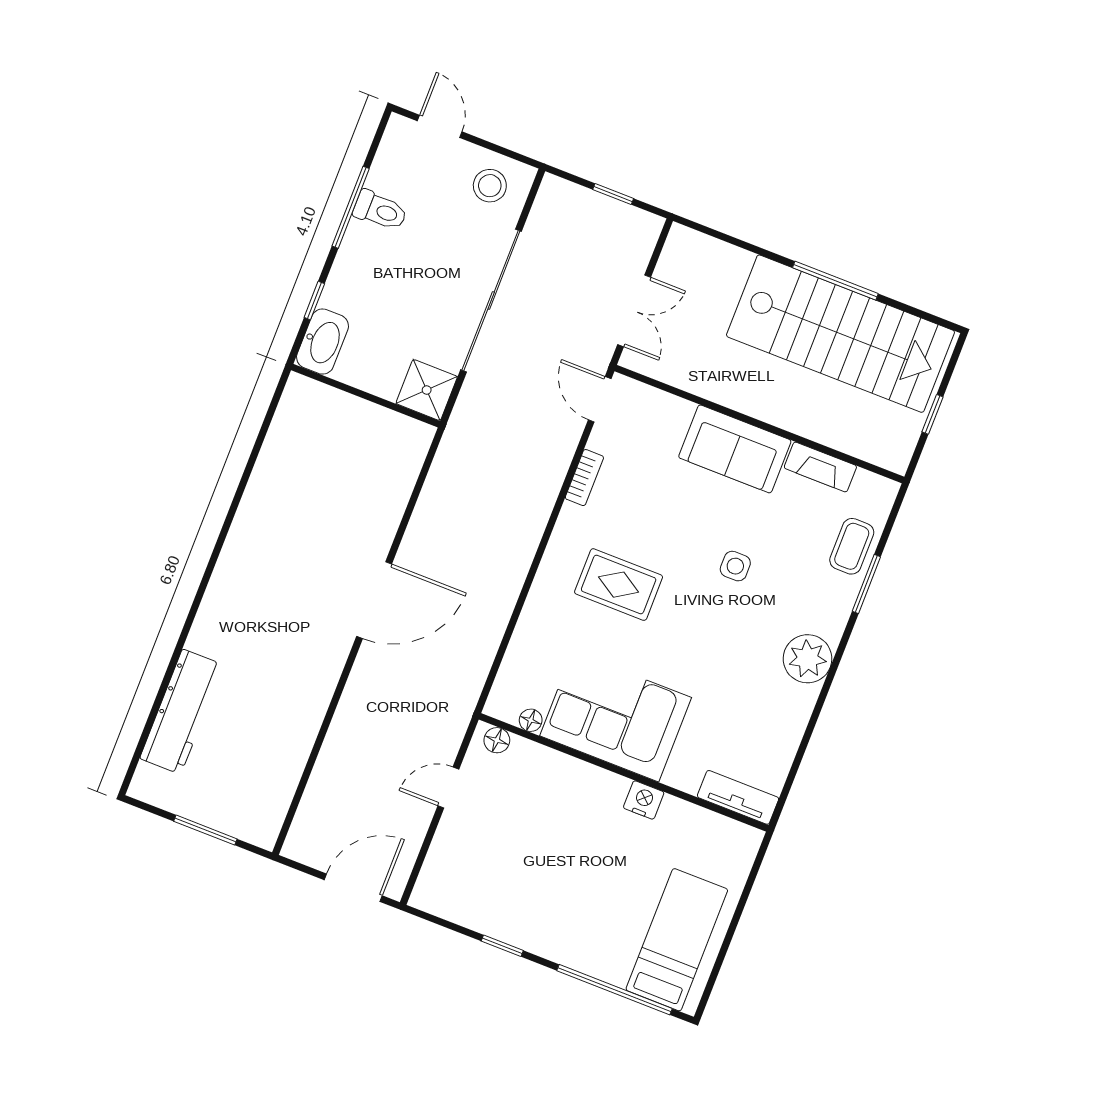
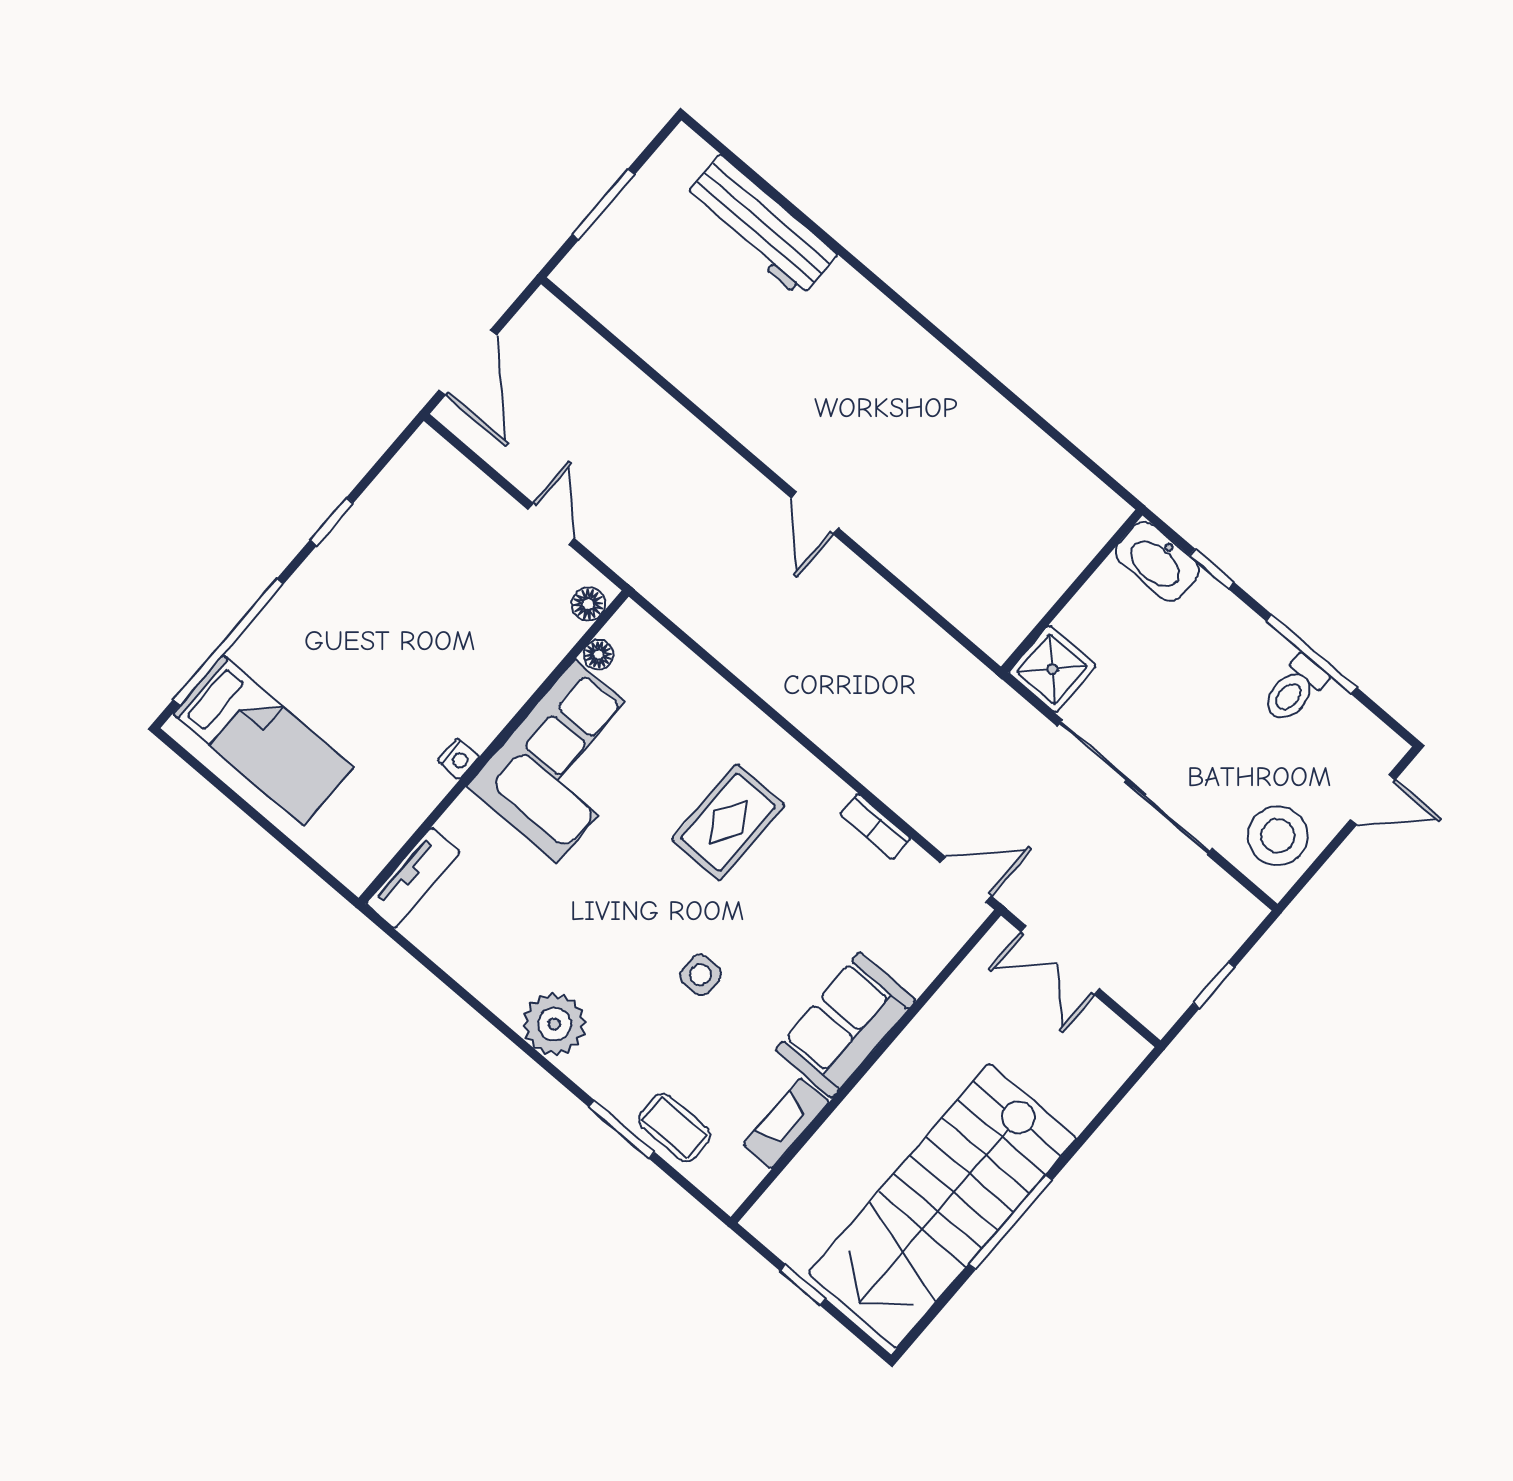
stool: (490, 186) -> (1278, 836), width x1.38, depth x1.38
door: (374, 600) -> (815, 513), width x0.53
nightstand: (644, 800) -> (458, 759), width x0.72, depth x0.74

